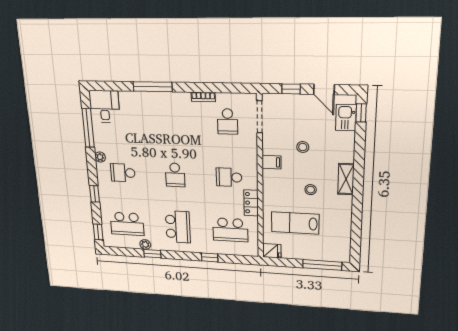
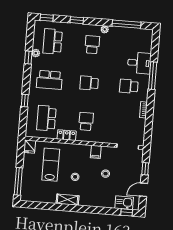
desk: (104, 106) -> (139, 63), moved
school desk: (228, 121) -> (129, 86), moved
shelving: (346, 179) -> (68, 200), moved

